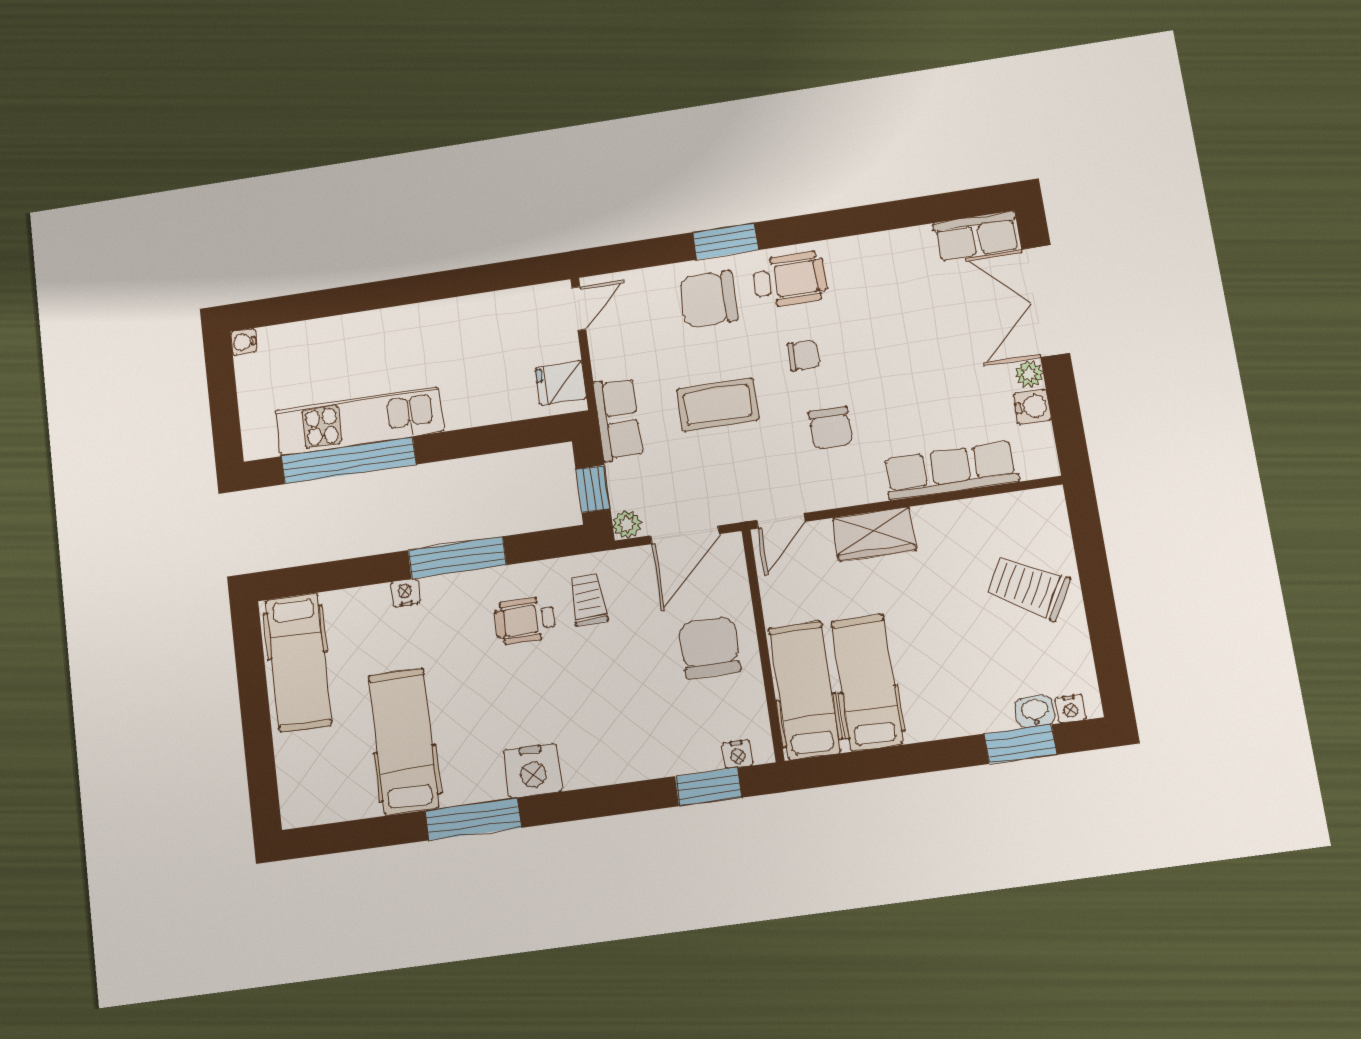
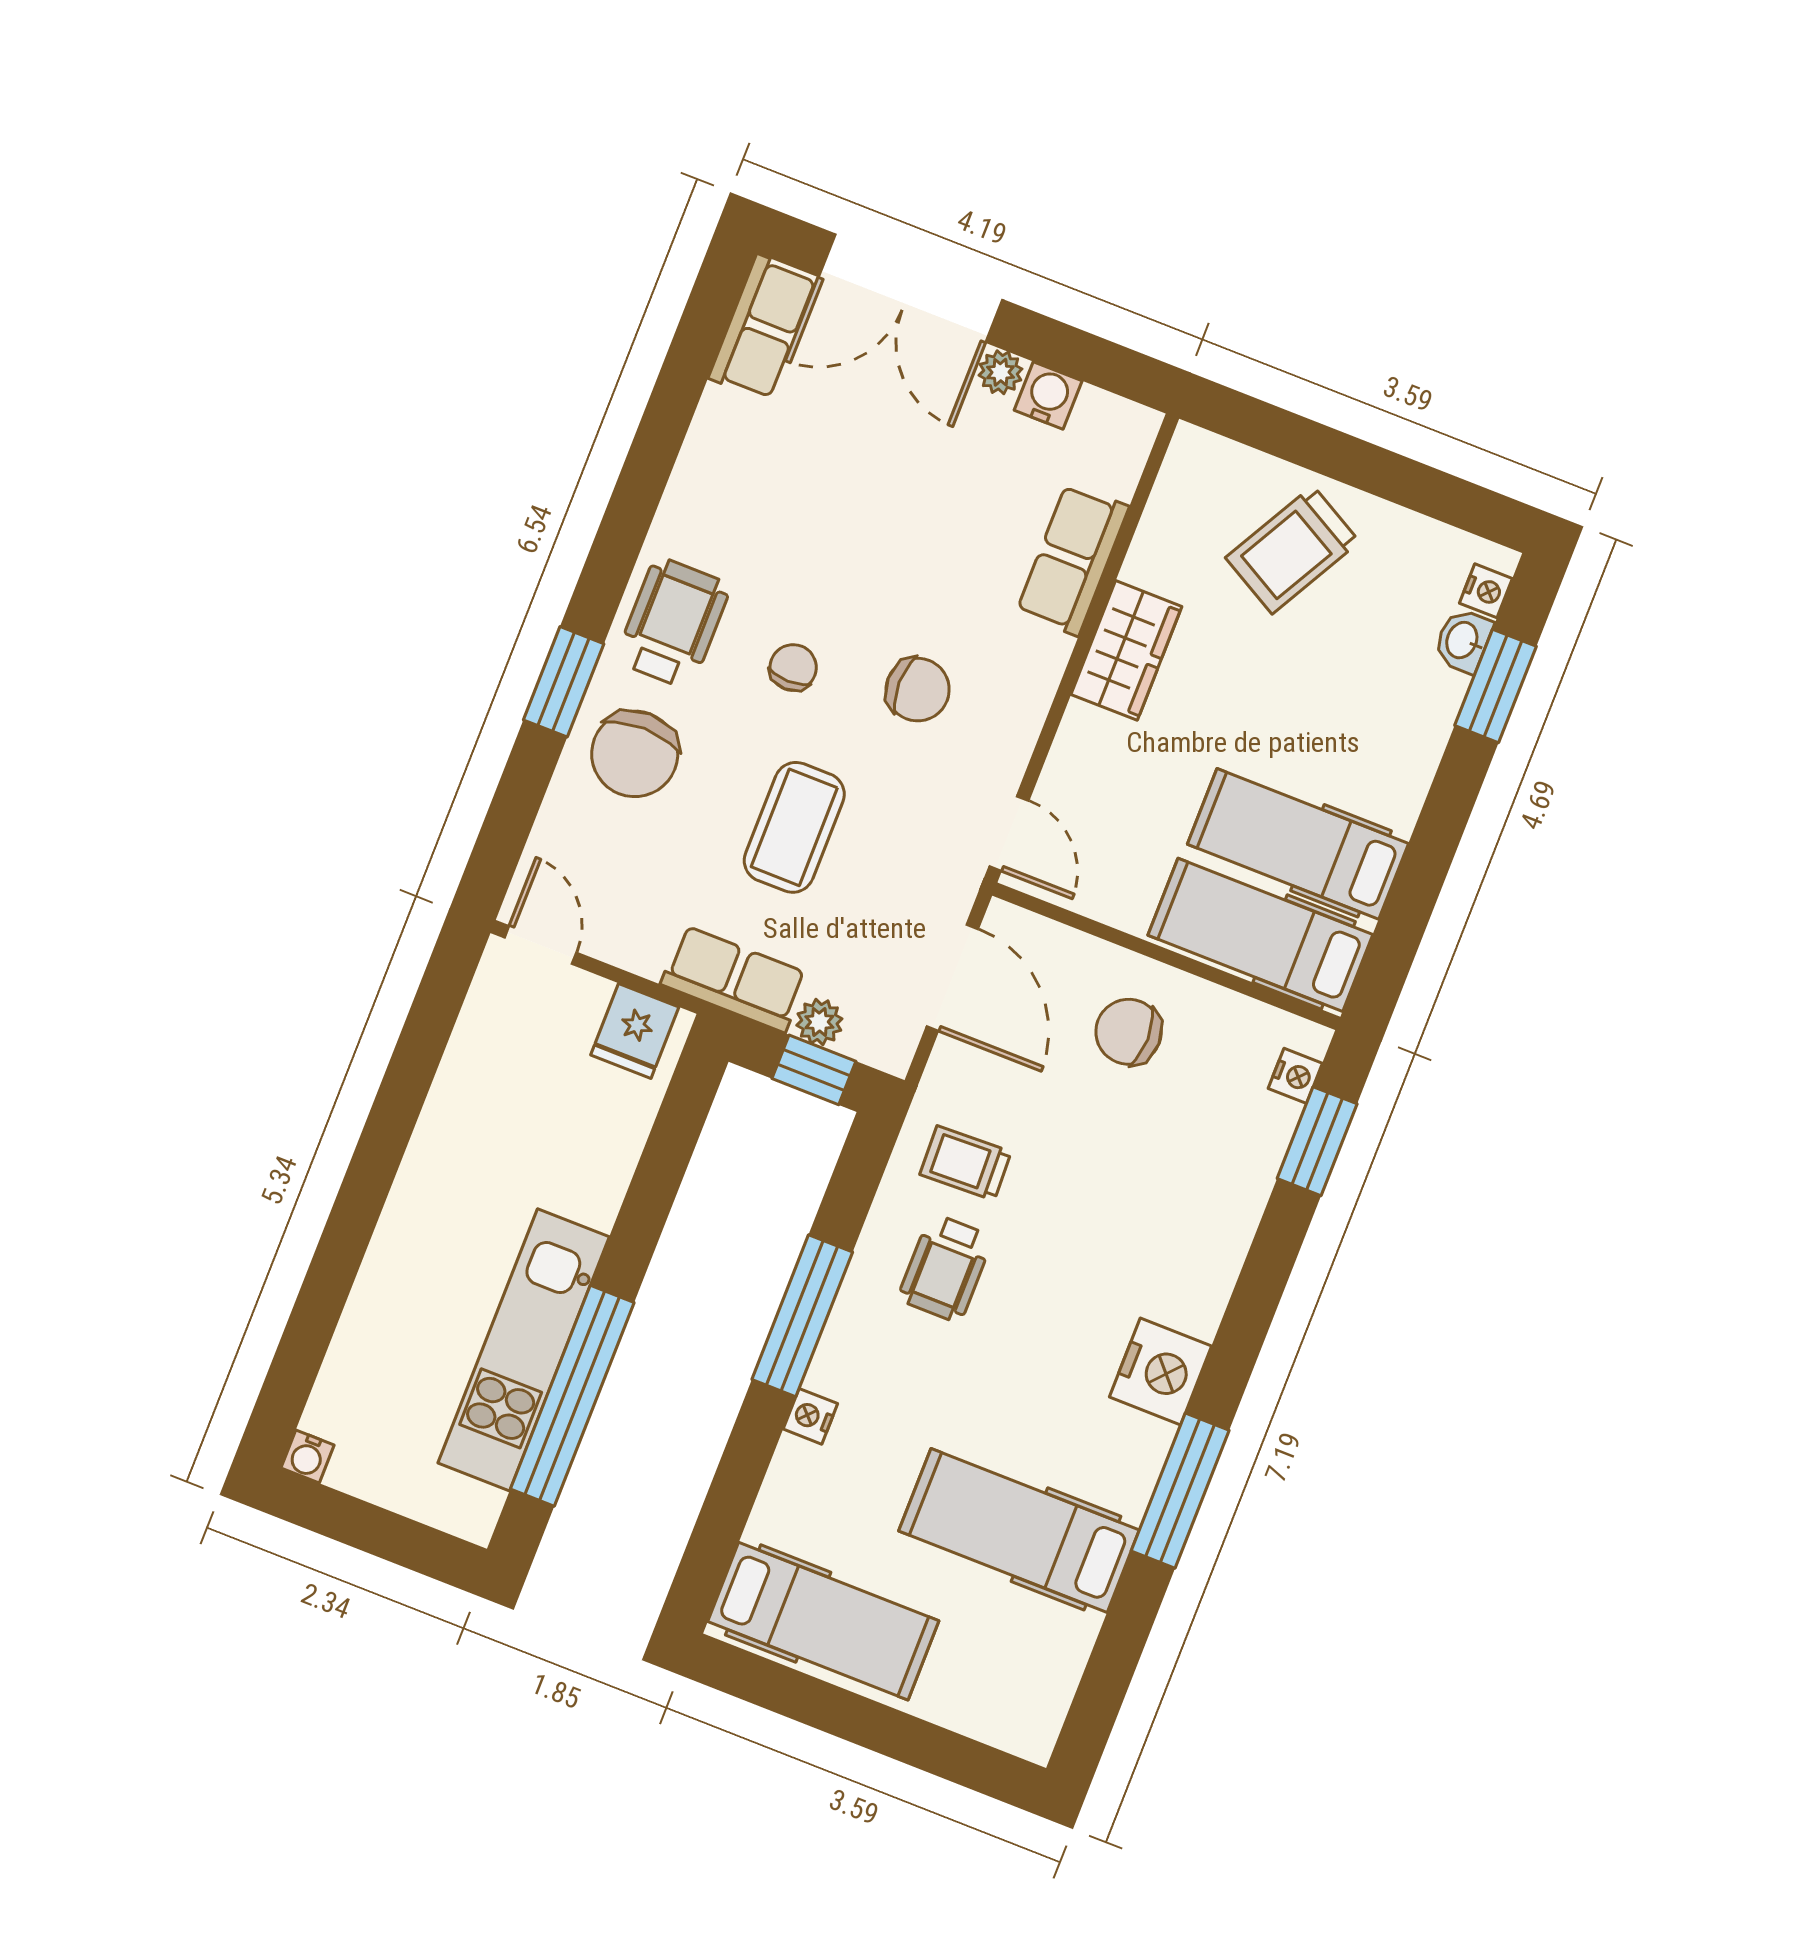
row of seats: (951, 470) -> (1073, 559), width x0.68
plant: (627, 524) -> (819, 1022), moved
wardrobe: (874, 534) -> (1126, 650), moved
chair: (710, 647) -> (1129, 1032), width x0.73, depth x0.73

